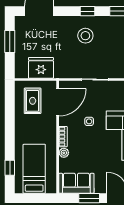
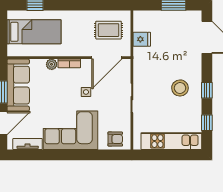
fridge: (41, 68) -> (142, 39), width x0.53, depth x0.75
door: (58, 102) -> (107, 58), hinge flipped
sofa: (76, 183) -> (18, 85), width x1.36

